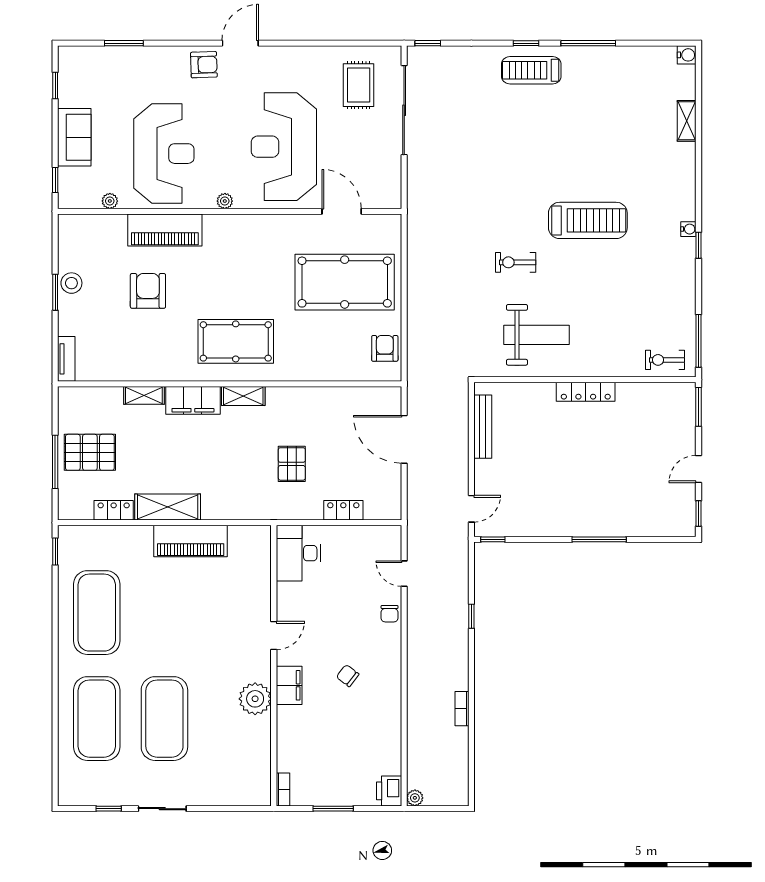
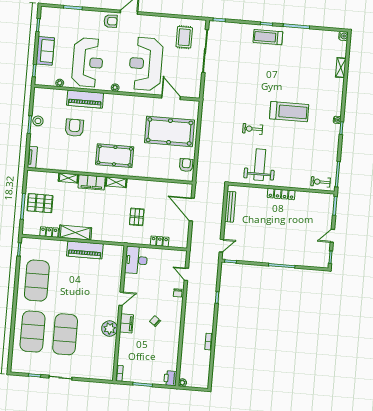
weight bench: (537, 335) -> (260, 165), turned -90

